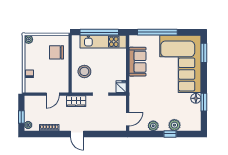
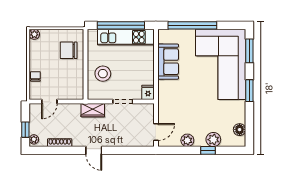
door: (53, 94) -> (49, 102), moved
floor lamp: (196, 98) -> (240, 130), moved
window: (204, 102) -> (249, 91), moved

